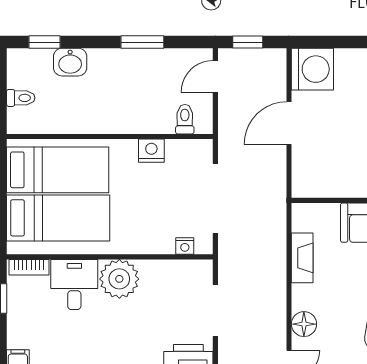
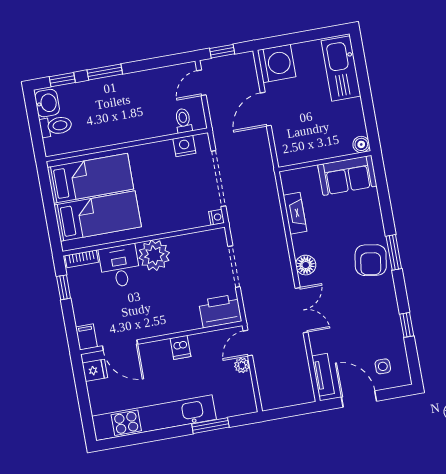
window: (142, 42) -> (105, 72), moved
washbasin: (70, 62) -> (47, 103), moved, turned -90
toilet: (21, 98) -> (56, 126), width x1.37, depth x1.39
nightstand: (151, 151) -> (184, 146), moved
nightstand: (185, 246) -> (217, 217), moved, turned -90

